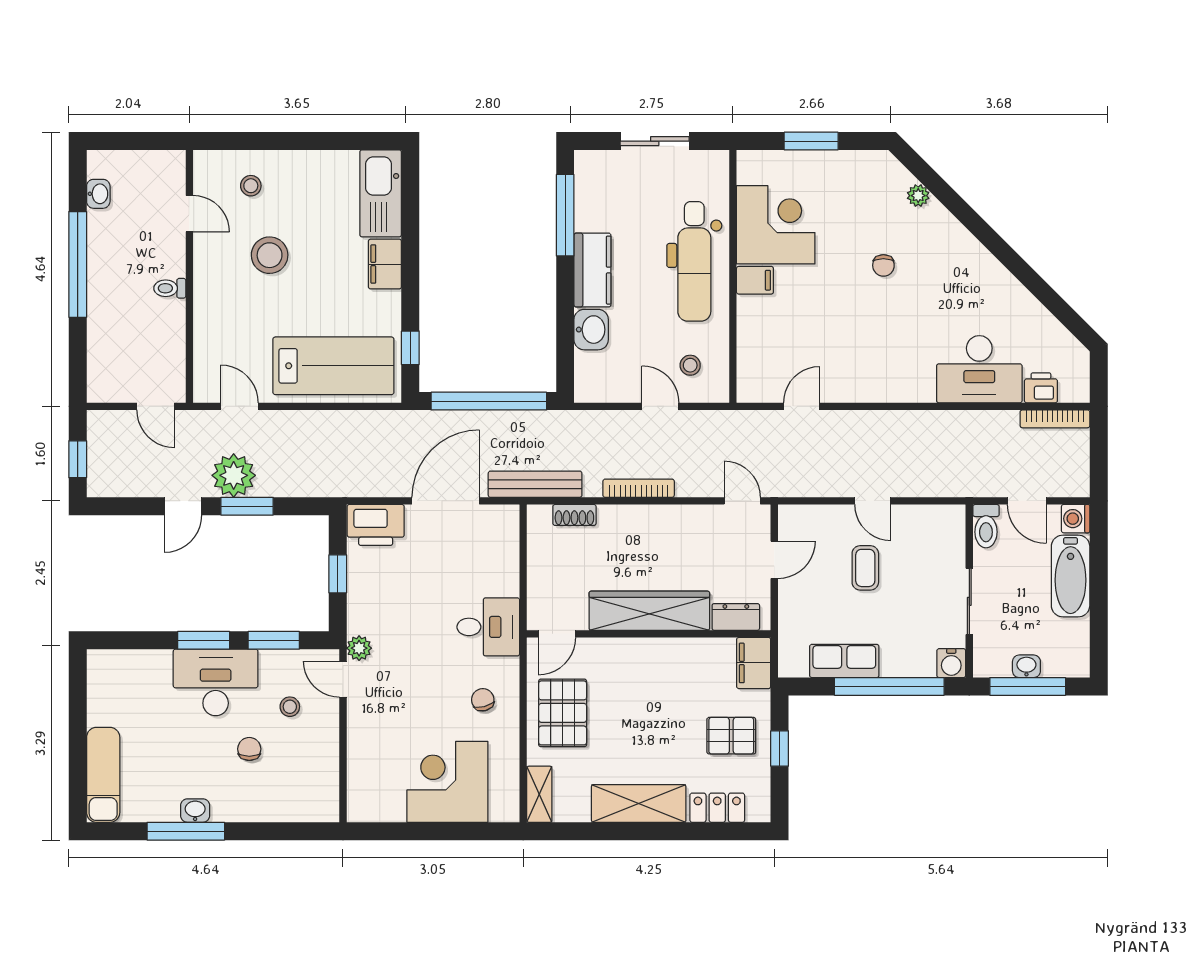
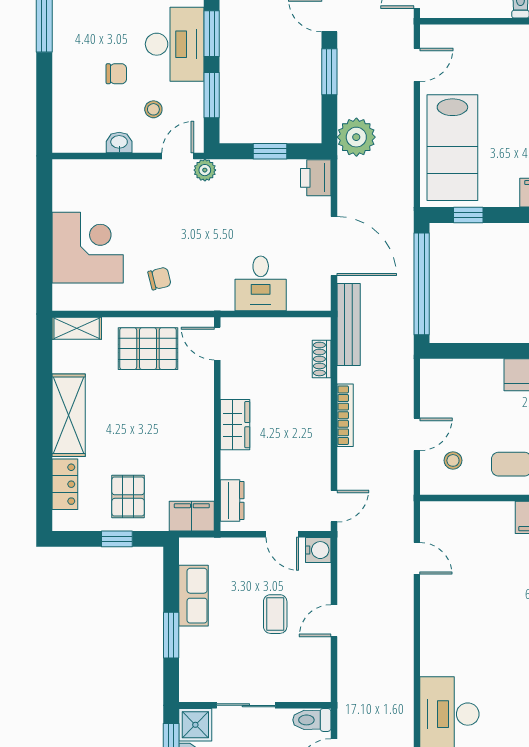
washbasin: (591, 330) -> (484, 374), removed
plant: (234, 475) -> (356, 137), moved
printer: (376, 525) -> (316, 178), width x0.73, depth x0.84
coffee table: (865, 568) -> (275, 614), turned 90
wardrobe: (649, 611) -> (235, 425), width x0.48, depth x0.85
desk: (488, 627) -> (261, 283), moved
shower: (991, 659) -> (195, 725), added
water cooler: (951, 663) -> (318, 550), moved, turned 180
window: (889, 686) -> (171, 635), width x0.47
washbasin: (195, 811) -> (119, 142), moved, turned -90

